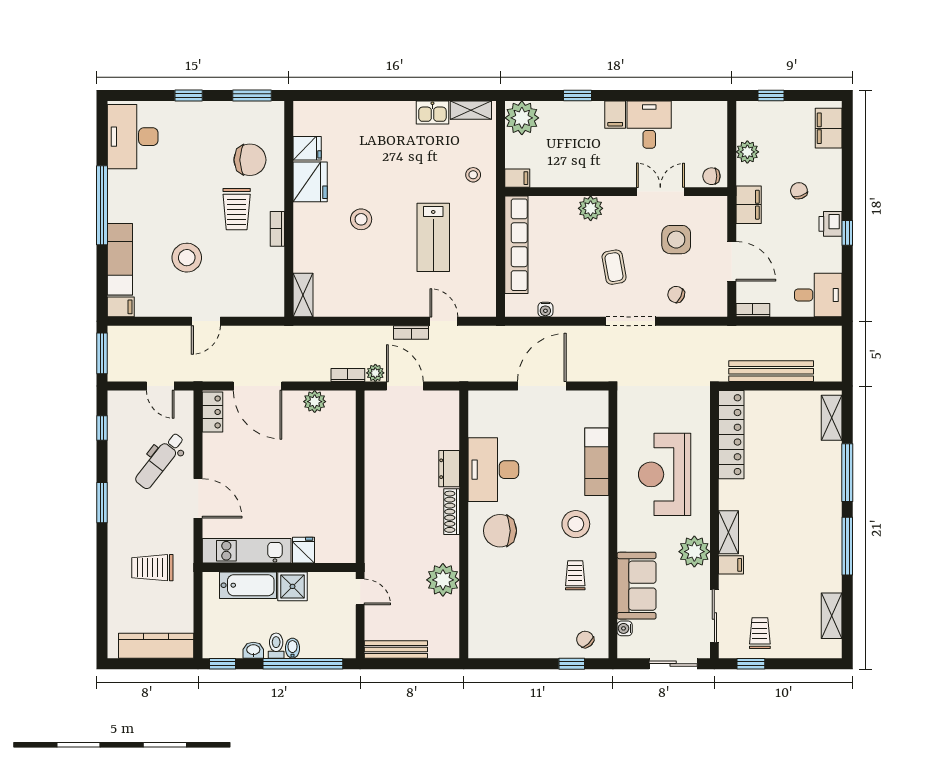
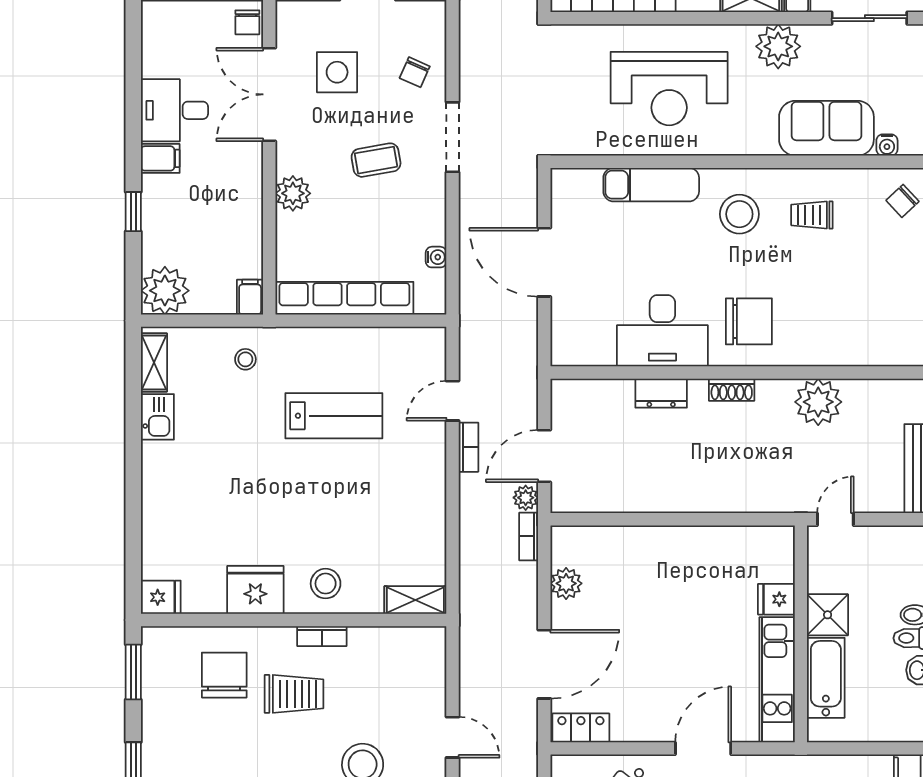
fridge: (307, 148) -> (161, 597), moved, turned 90
double door: (660, 192) -> (269, 94), width x1.37
stool: (361, 219) -> (326, 584), moved
shoe rack: (452, 512) -> (732, 390), width x0.70
chair: (500, 531) -> (749, 321), turned -90

